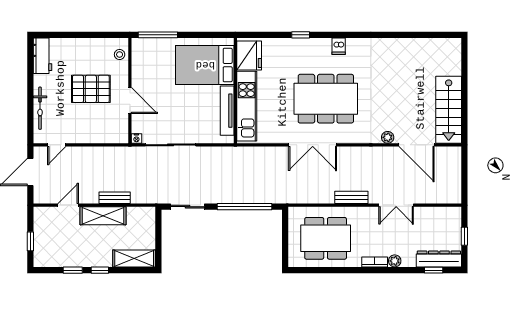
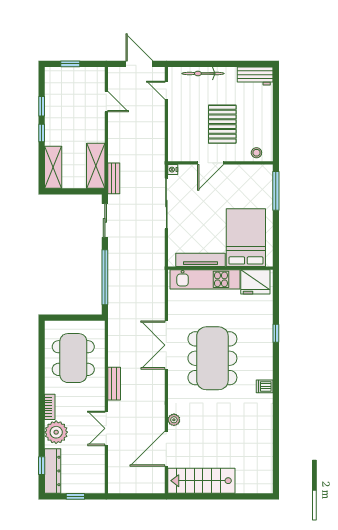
dishwasher: (339, 46) -> (265, 386), moved
bench: (115, 198) -> (114, 178), moved
shelving: (103, 216) -> (96, 166), moved
plant: (395, 261) -> (56, 432), width x1.88, depth x1.88

